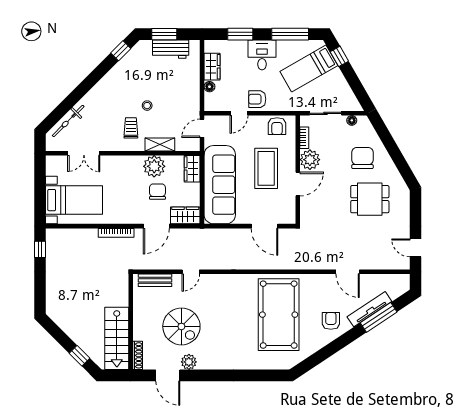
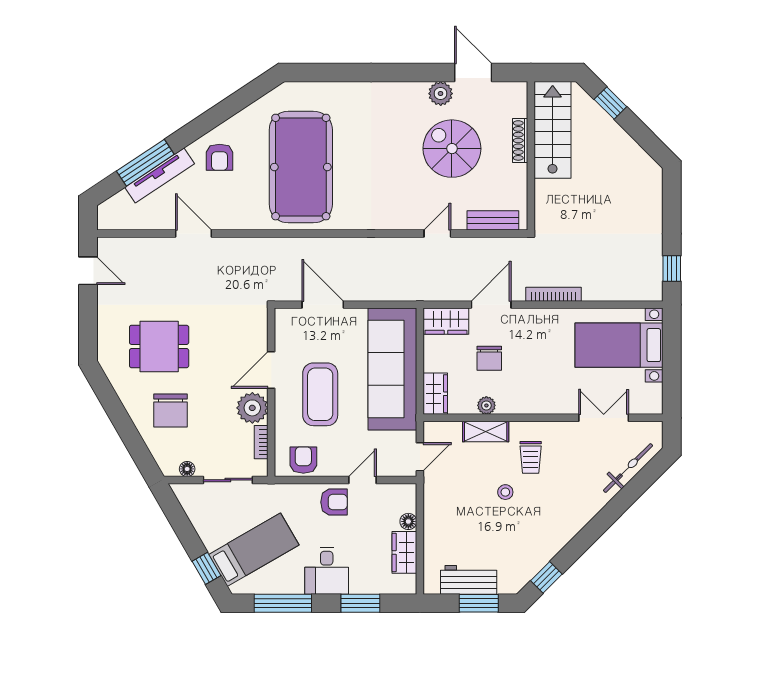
plant: (154, 166) -> (486, 405), width x0.53, depth x0.53
shoe rack: (138, 355) -> (520, 140), moved

